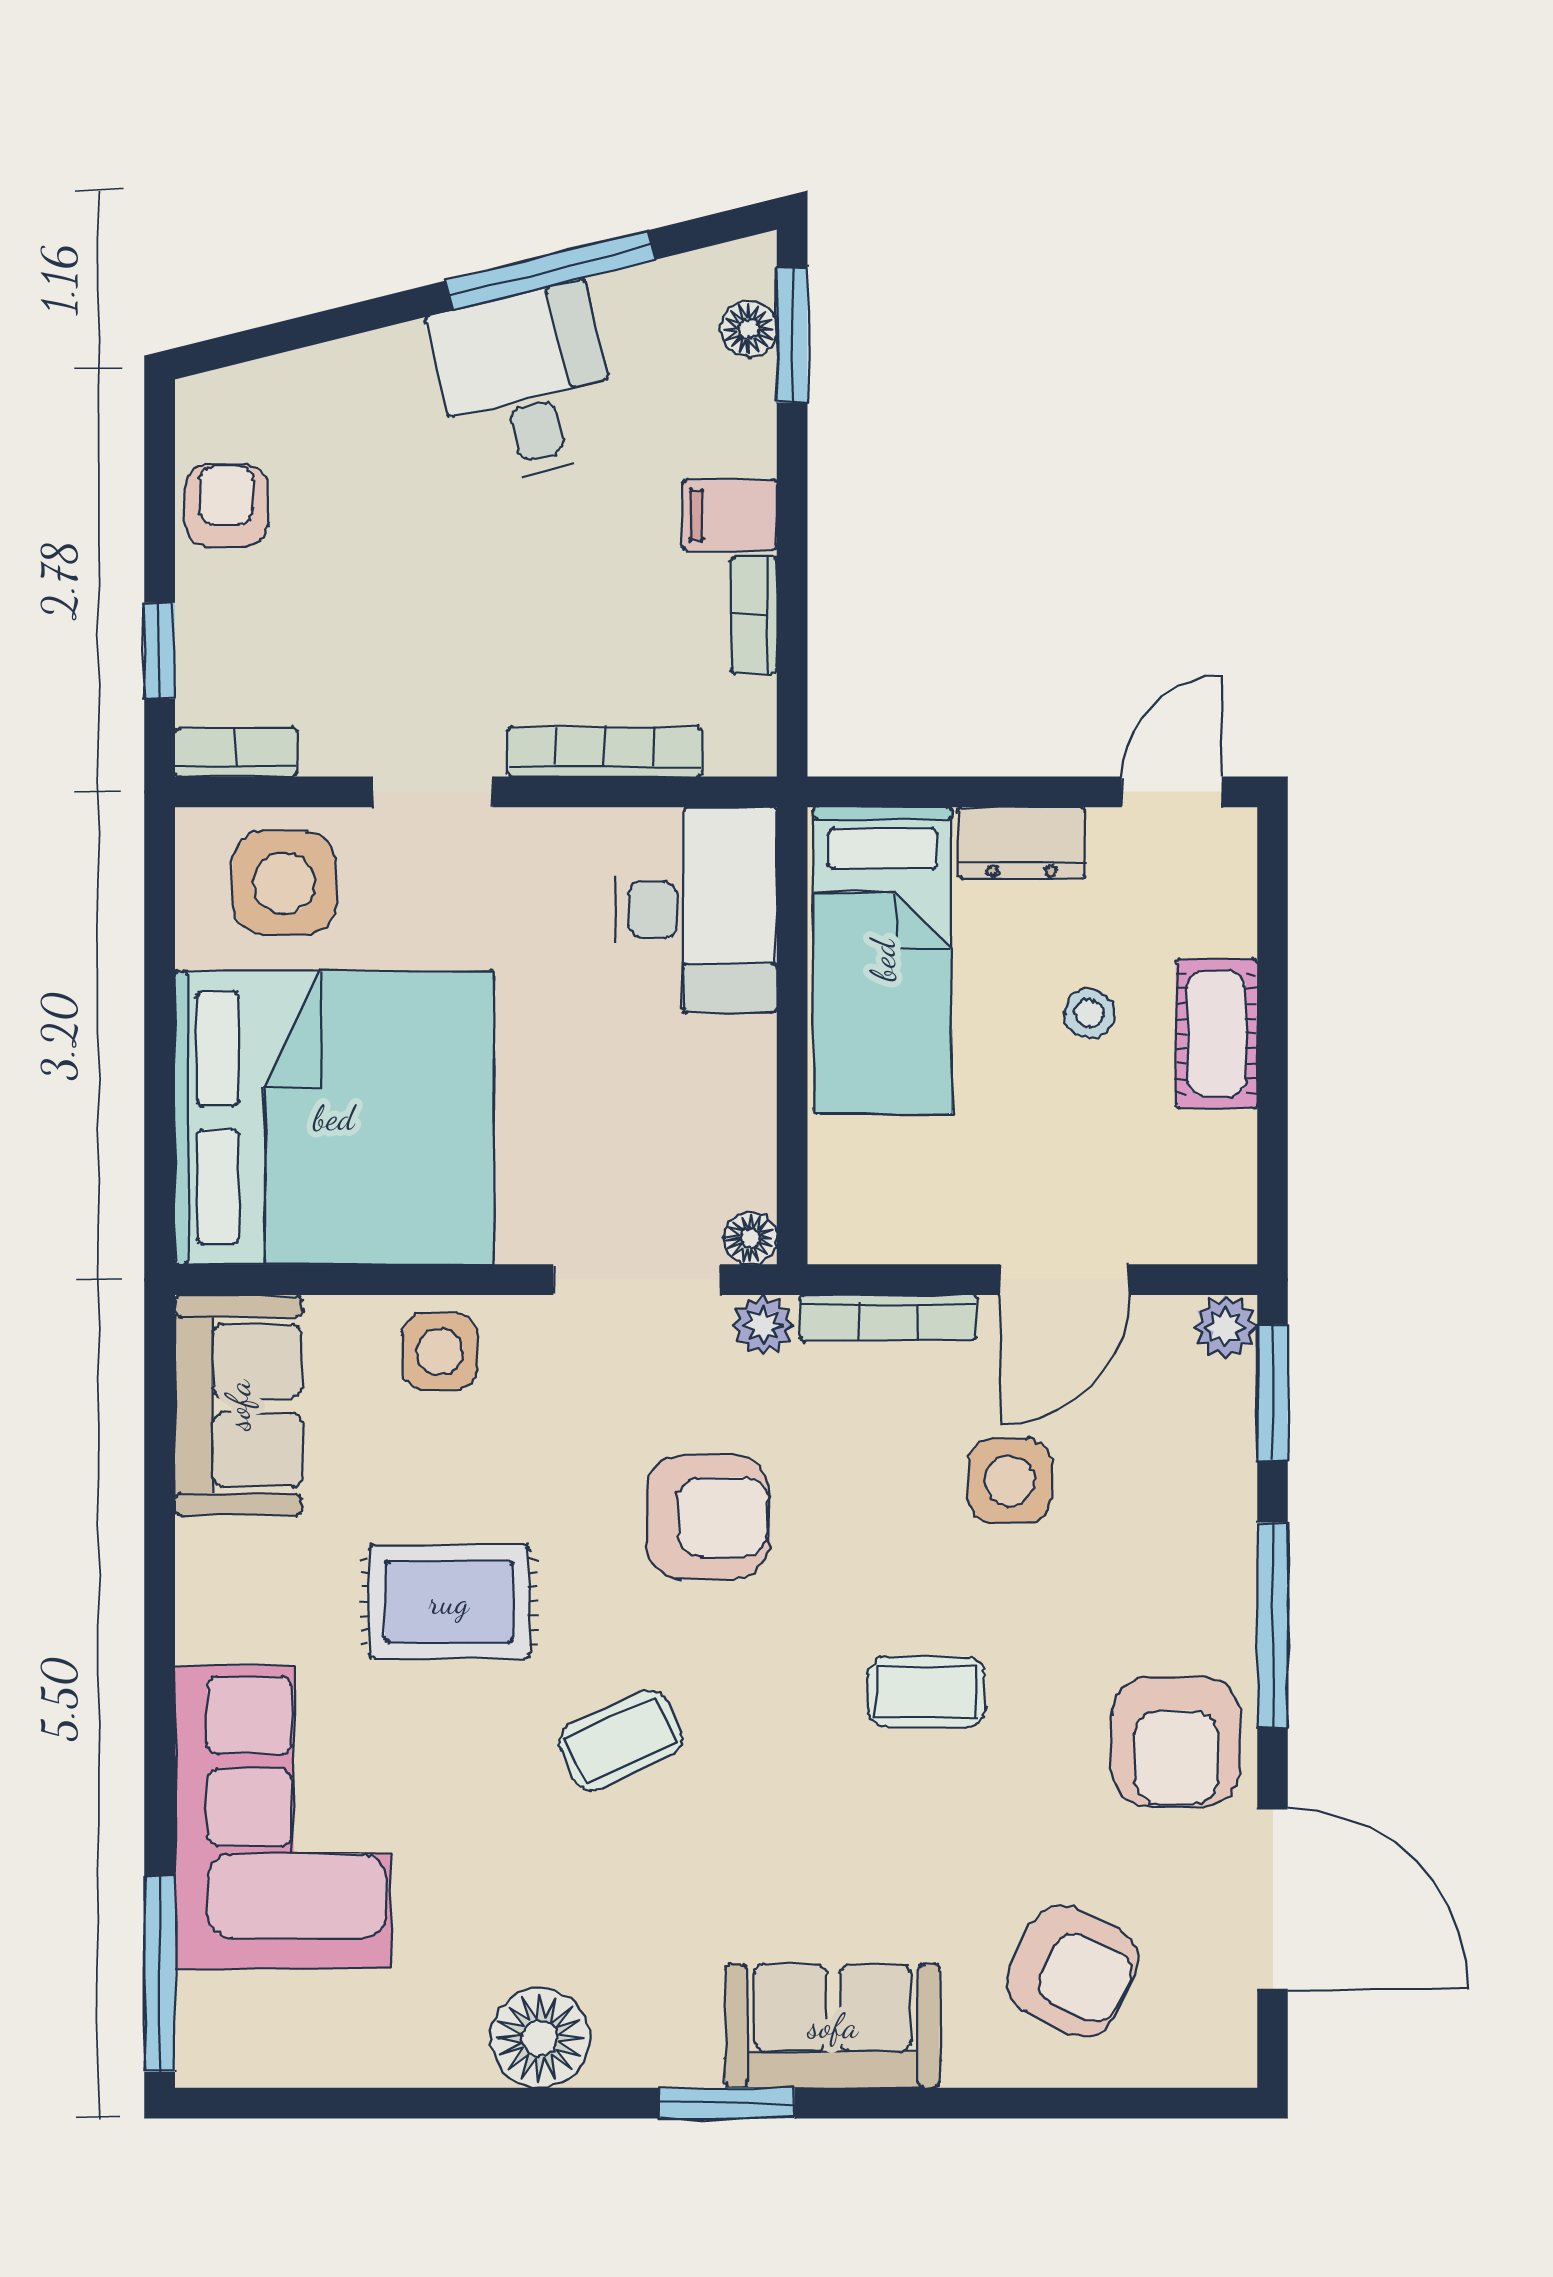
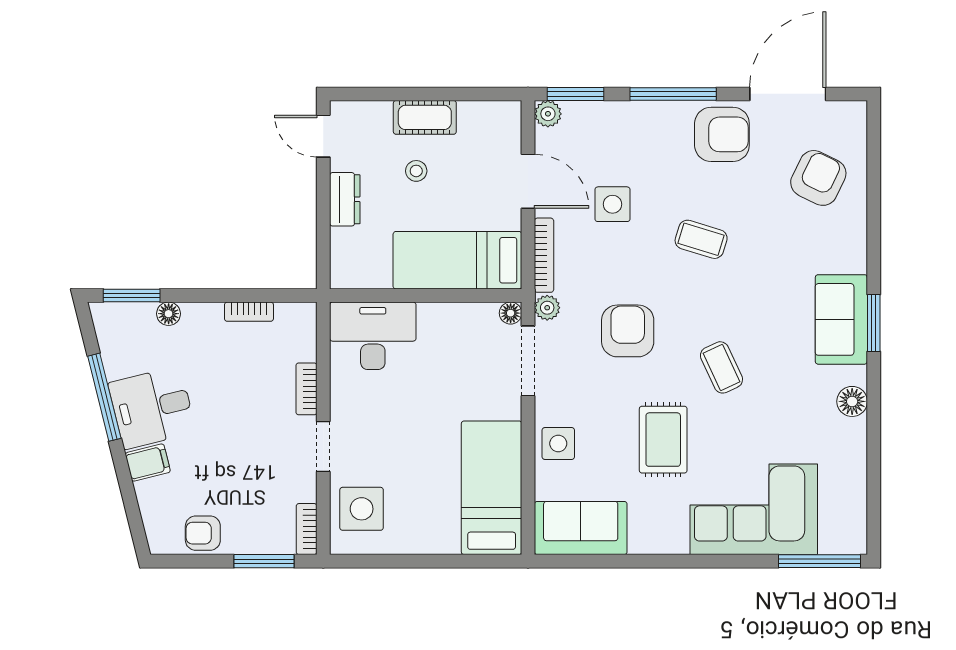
floor lamp: (749, 329) -> (169, 314), moved
filing cabinet: (730, 515) -> (148, 463), moved, turned -104
window: (160, 651) -> (264, 561), width x1.50
bookcase: (605, 752) -> (306, 389), width x0.64
bed: (883, 960) -> (457, 260), moved, turned 180
bed: (334, 1118) -> (492, 488), width x0.49
coffee table: (926, 1692) -> (701, 239), turned -73
sofa: (833, 2026) -> (841, 319), moved
floor lamp: (540, 2038) -> (852, 401), width x0.73, depth x0.73

